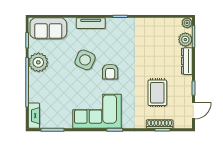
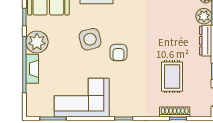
side table: (85, 60) -> (90, 39), turned -38
corner sofa: (97, 111) -> (82, 98), moved
fireplace: (34, 116) -> (32, 69), moved

